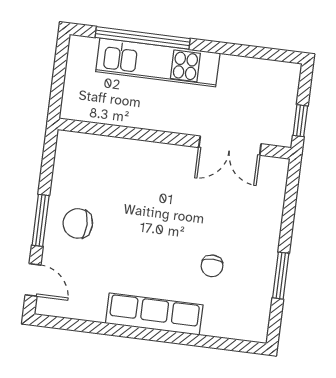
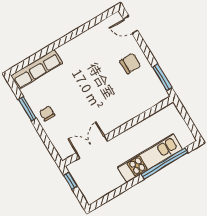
window: (41, 220) -> (162, 77), moved
chair: (212, 266) -> (47, 113), moved
row of seats: (154, 314) -> (37, 69), moved

